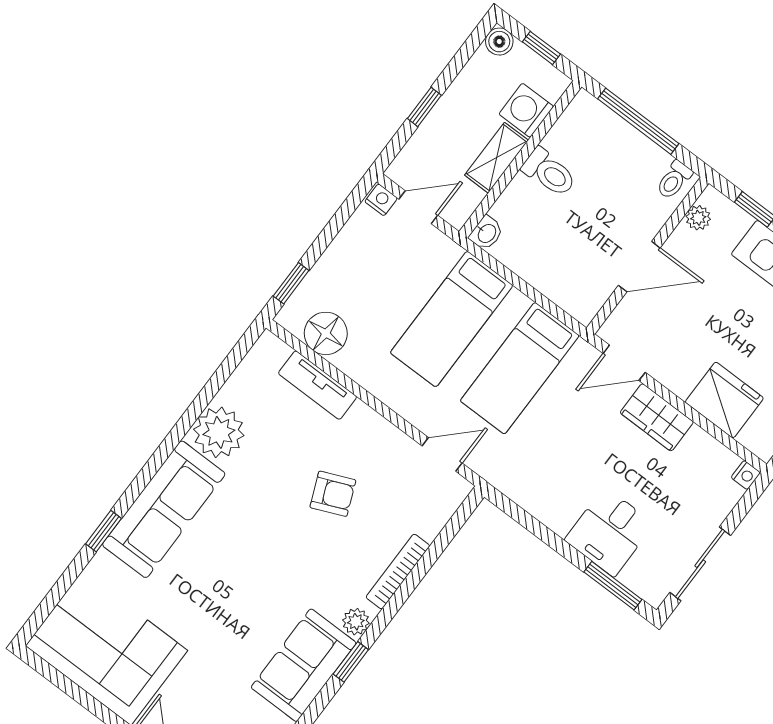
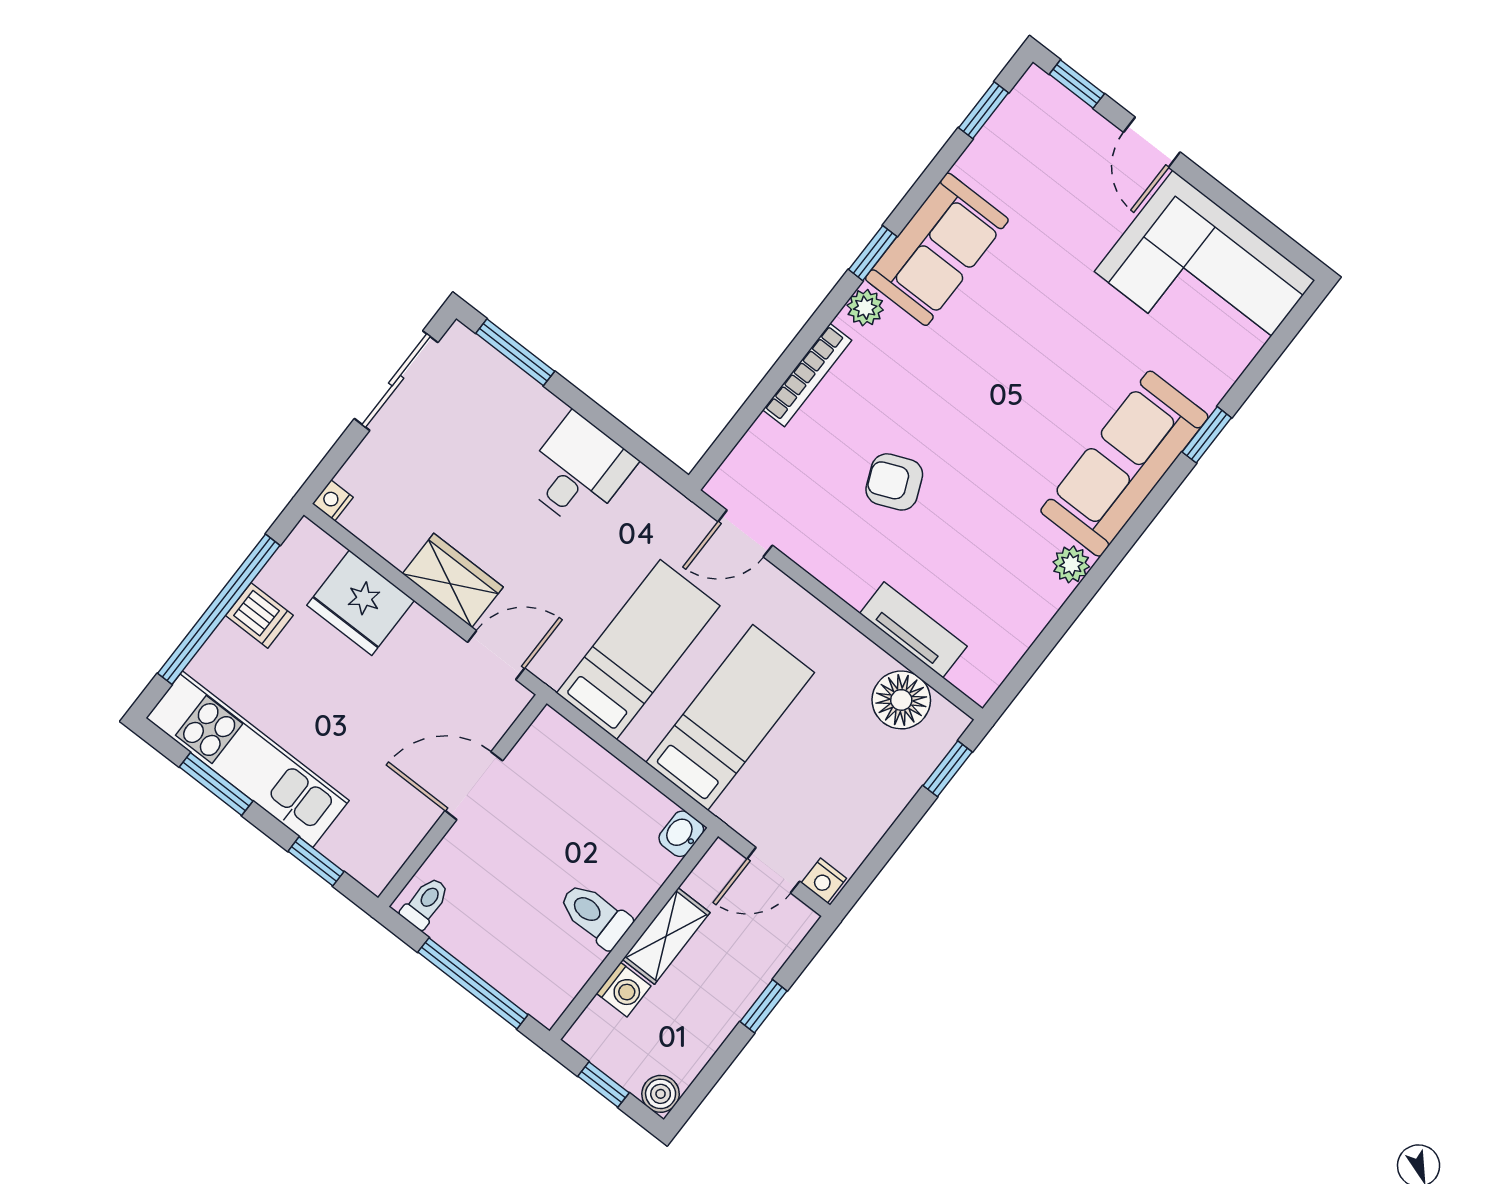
washing machine: (526, 110) -> (624, 990), width x0.73, depth x0.73
plant: (698, 218) -> (393, 851), removed
plant: (219, 432) -> (1071, 564), width x0.53, depth x0.53
desk: (609, 532) -> (578, 471), moved

